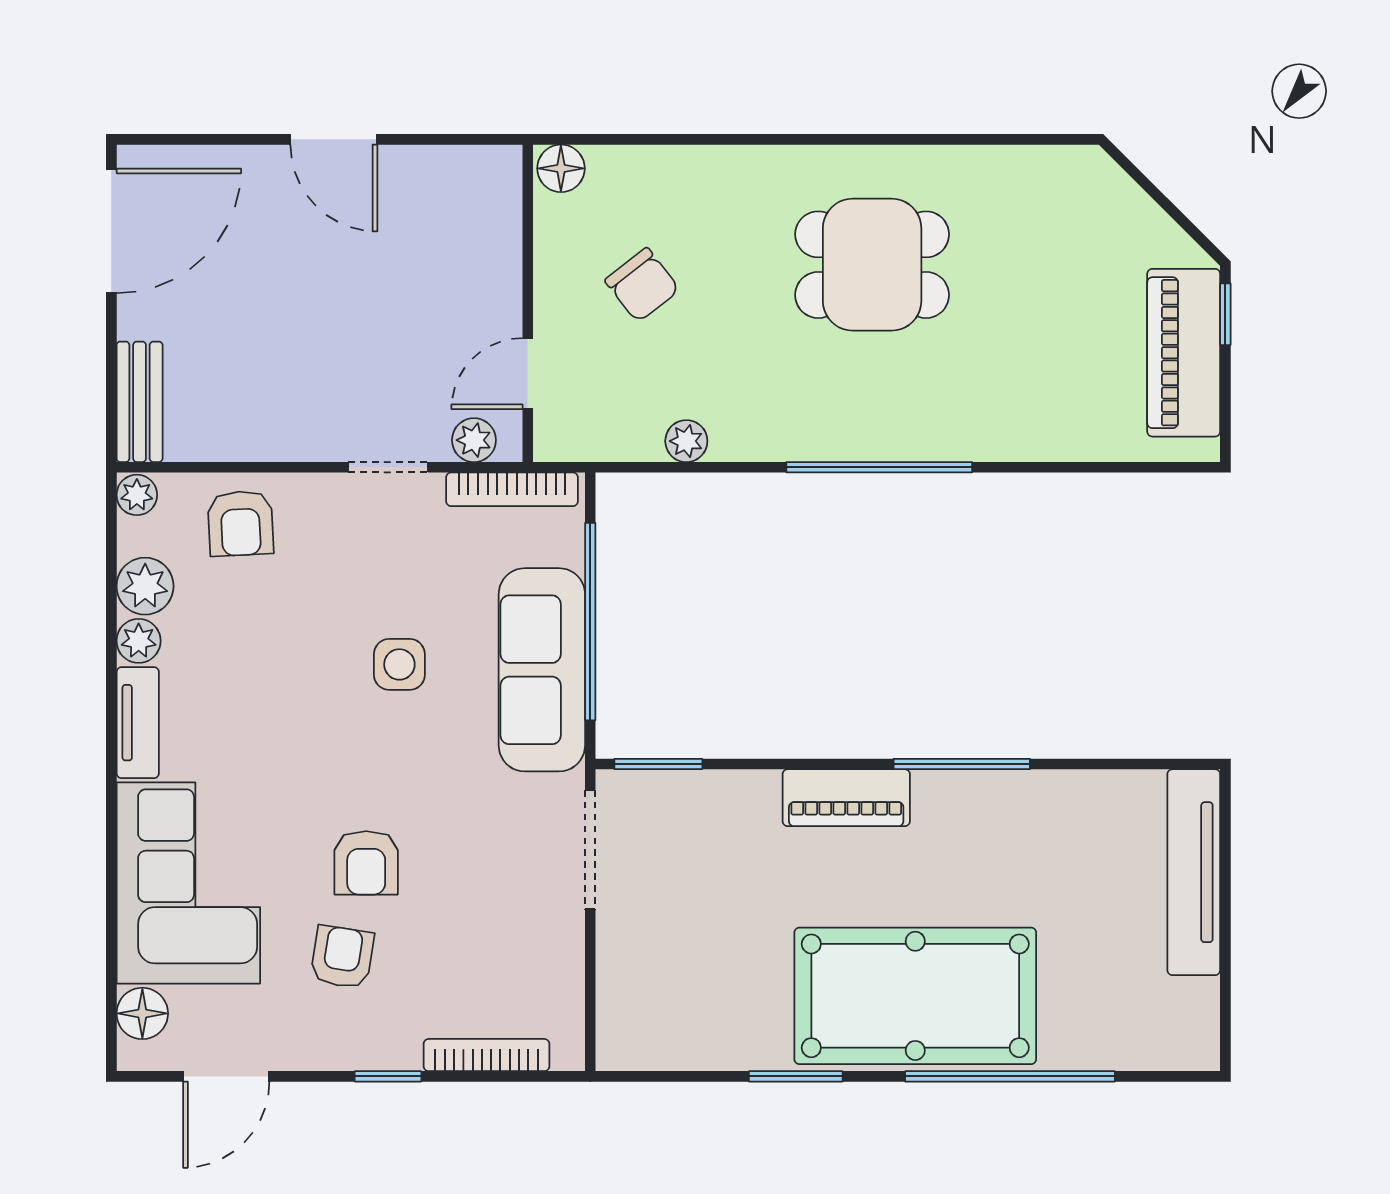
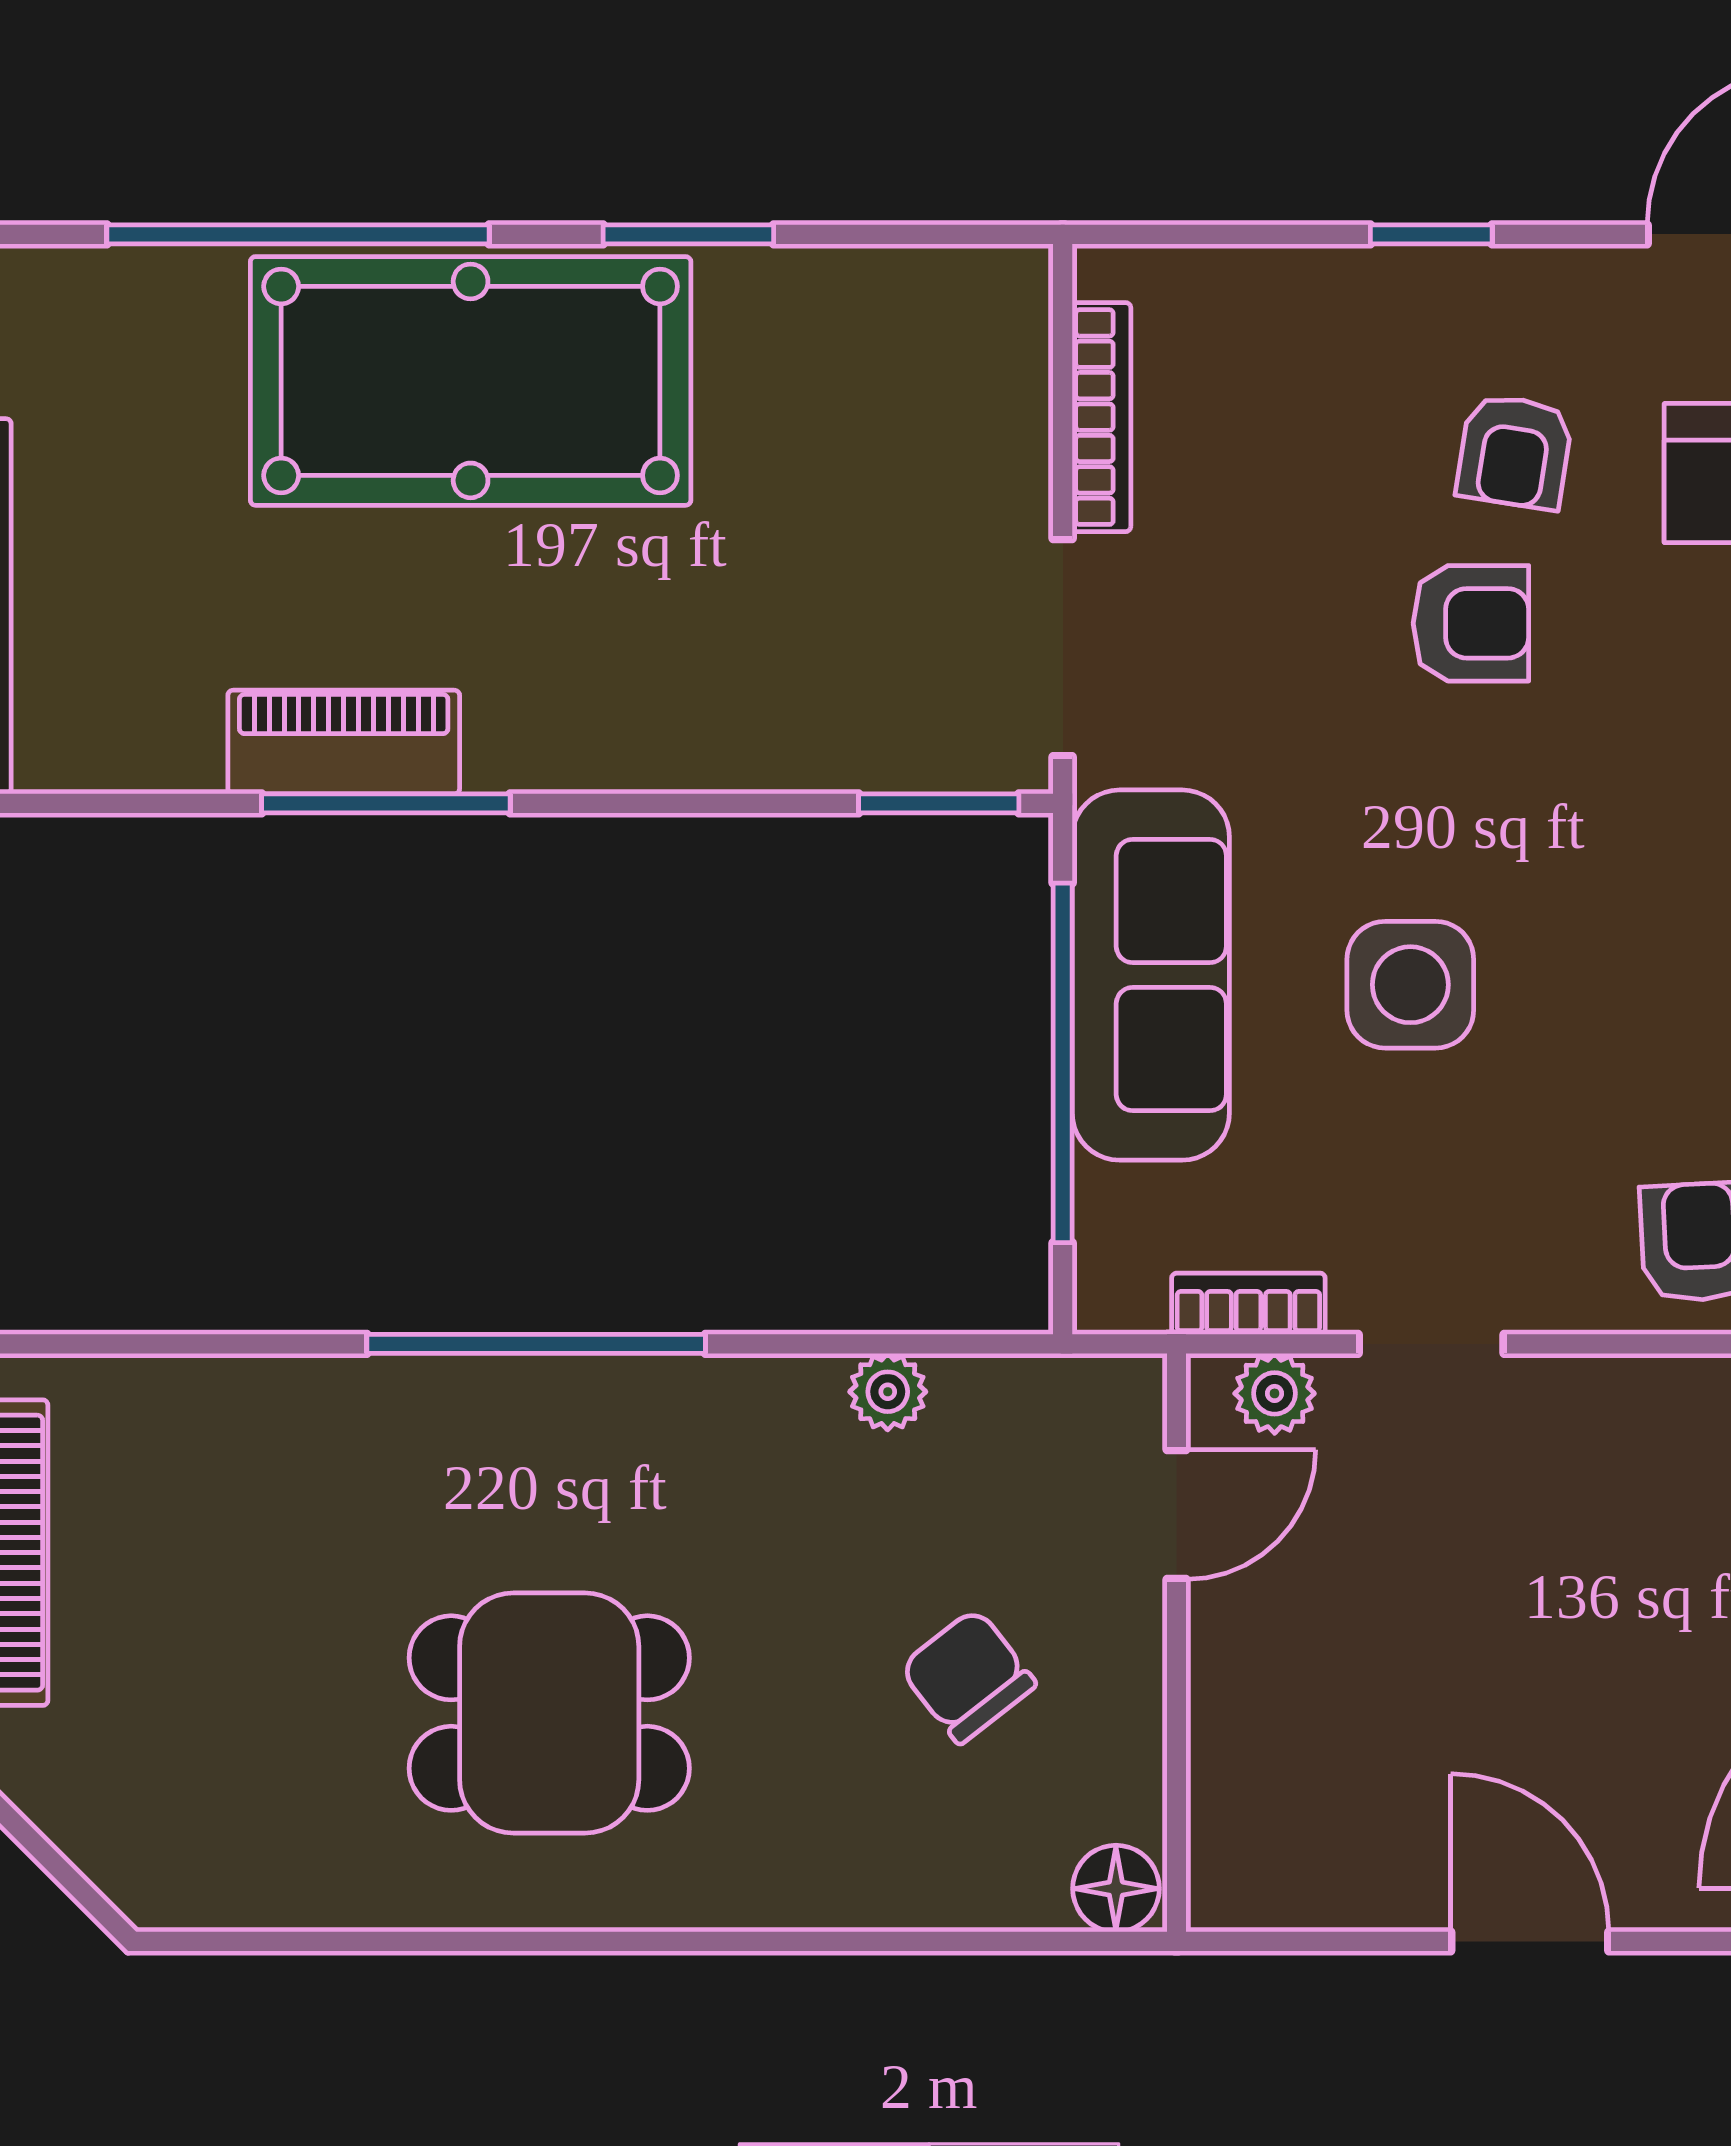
bookcase: (512, 489) -> (1248, 1304), width x0.64
side table: (399, 664) -> (1410, 985), width x1.37, depth x1.37
piano: (846, 798) -> (344, 742), moved
armchair: (366, 863) -> (1471, 623), turned 90
bookcase: (486, 1055) -> (1101, 417), moved, turned -90

